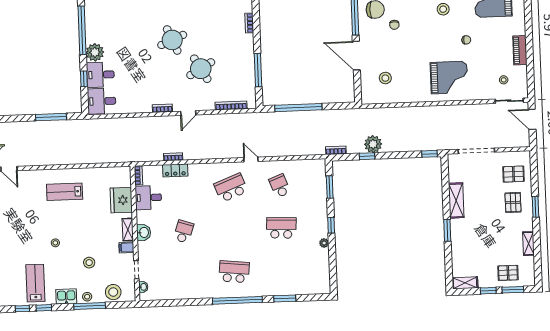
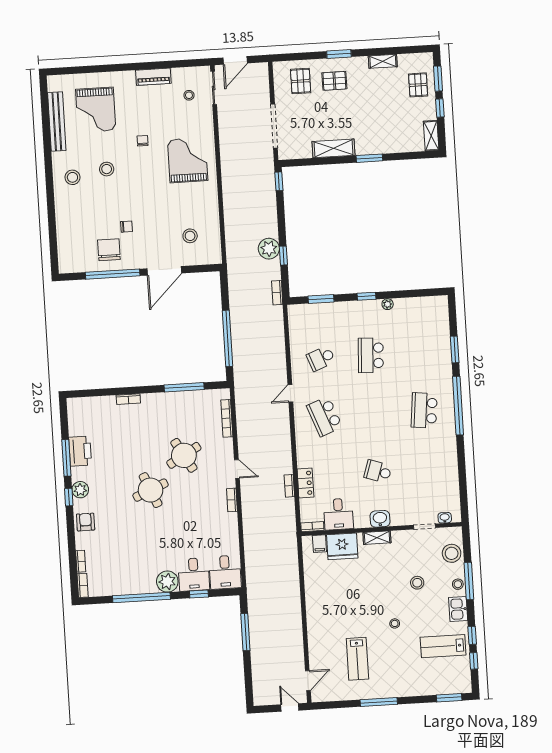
lab bench: (65, 192) -> (357, 659), moved
filing cabinet: (126, 247) -> (319, 544), moved

